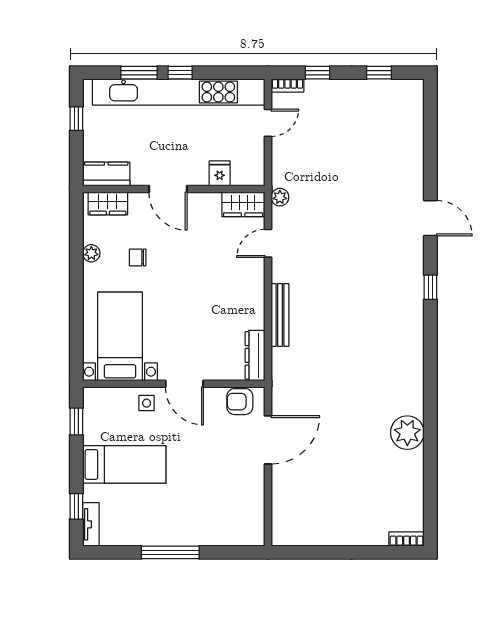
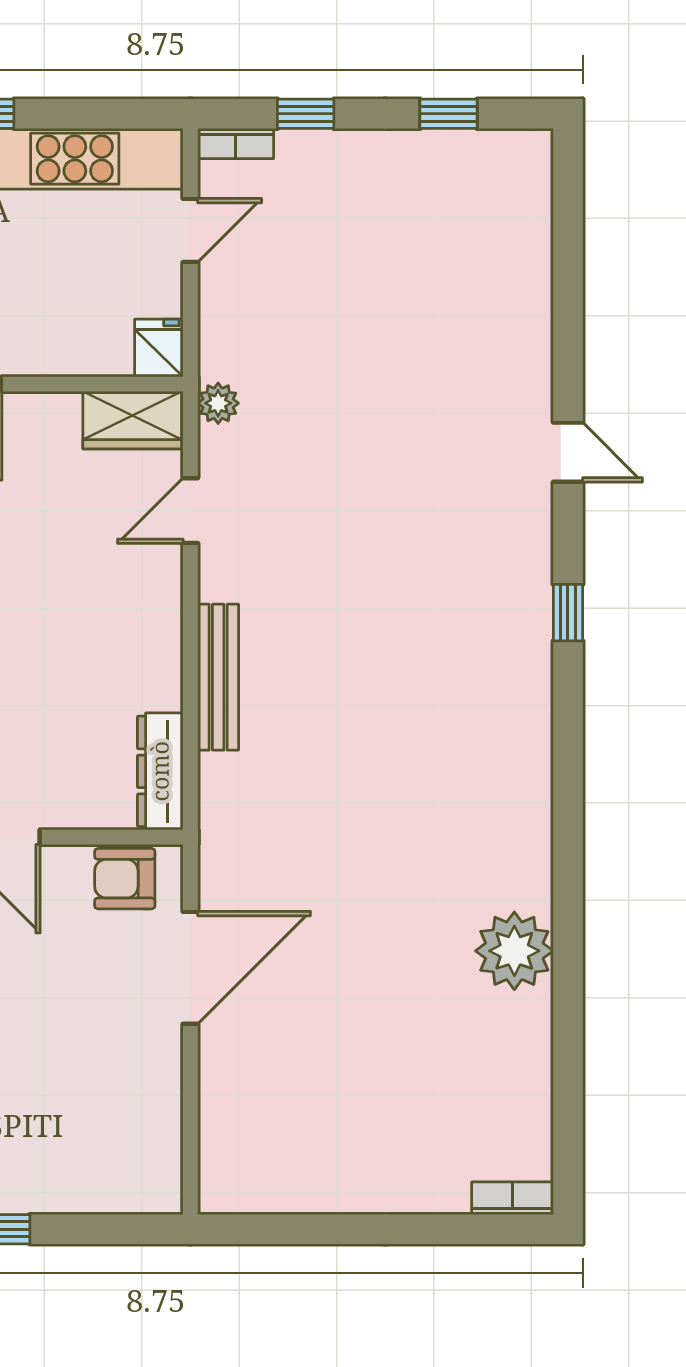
fridge: (220, 173) -> (159, 348), moved
door: (430, 218) -> (568, 452), width x0.73

